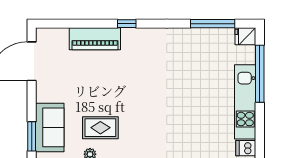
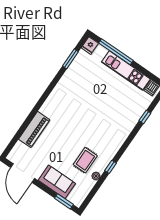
window: (127, 24) -> (38, 106), removed
window: (213, 24) -> (70, 59), width x0.69
sofa: (50, 127) -> (57, 182), moved

